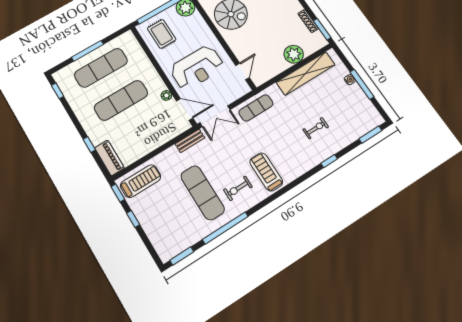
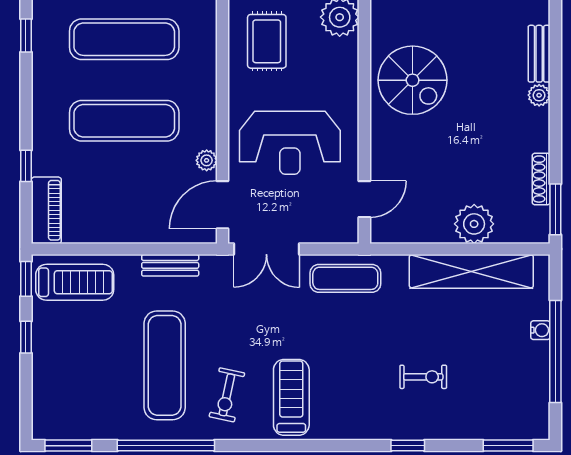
window: (362, 84) -> (555, 351), width x1.46
door: (185, 109) -> (222, 205), swing flipped
bench: (190, 141) -> (170, 265), moved
exercise bike: (238, 188) -> (227, 395), turned -78

